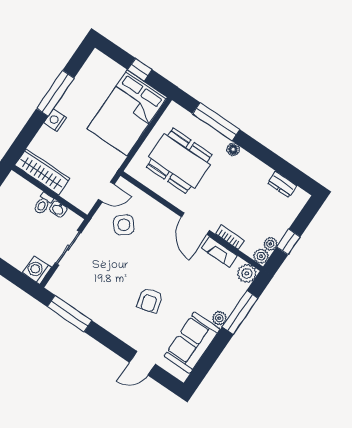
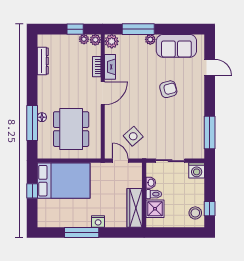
floor lamp: (233, 149) -> (42, 117), moved
dresser: (282, 184) -> (43, 61), width x1.44
shower: (26, 194) -> (155, 209), added

